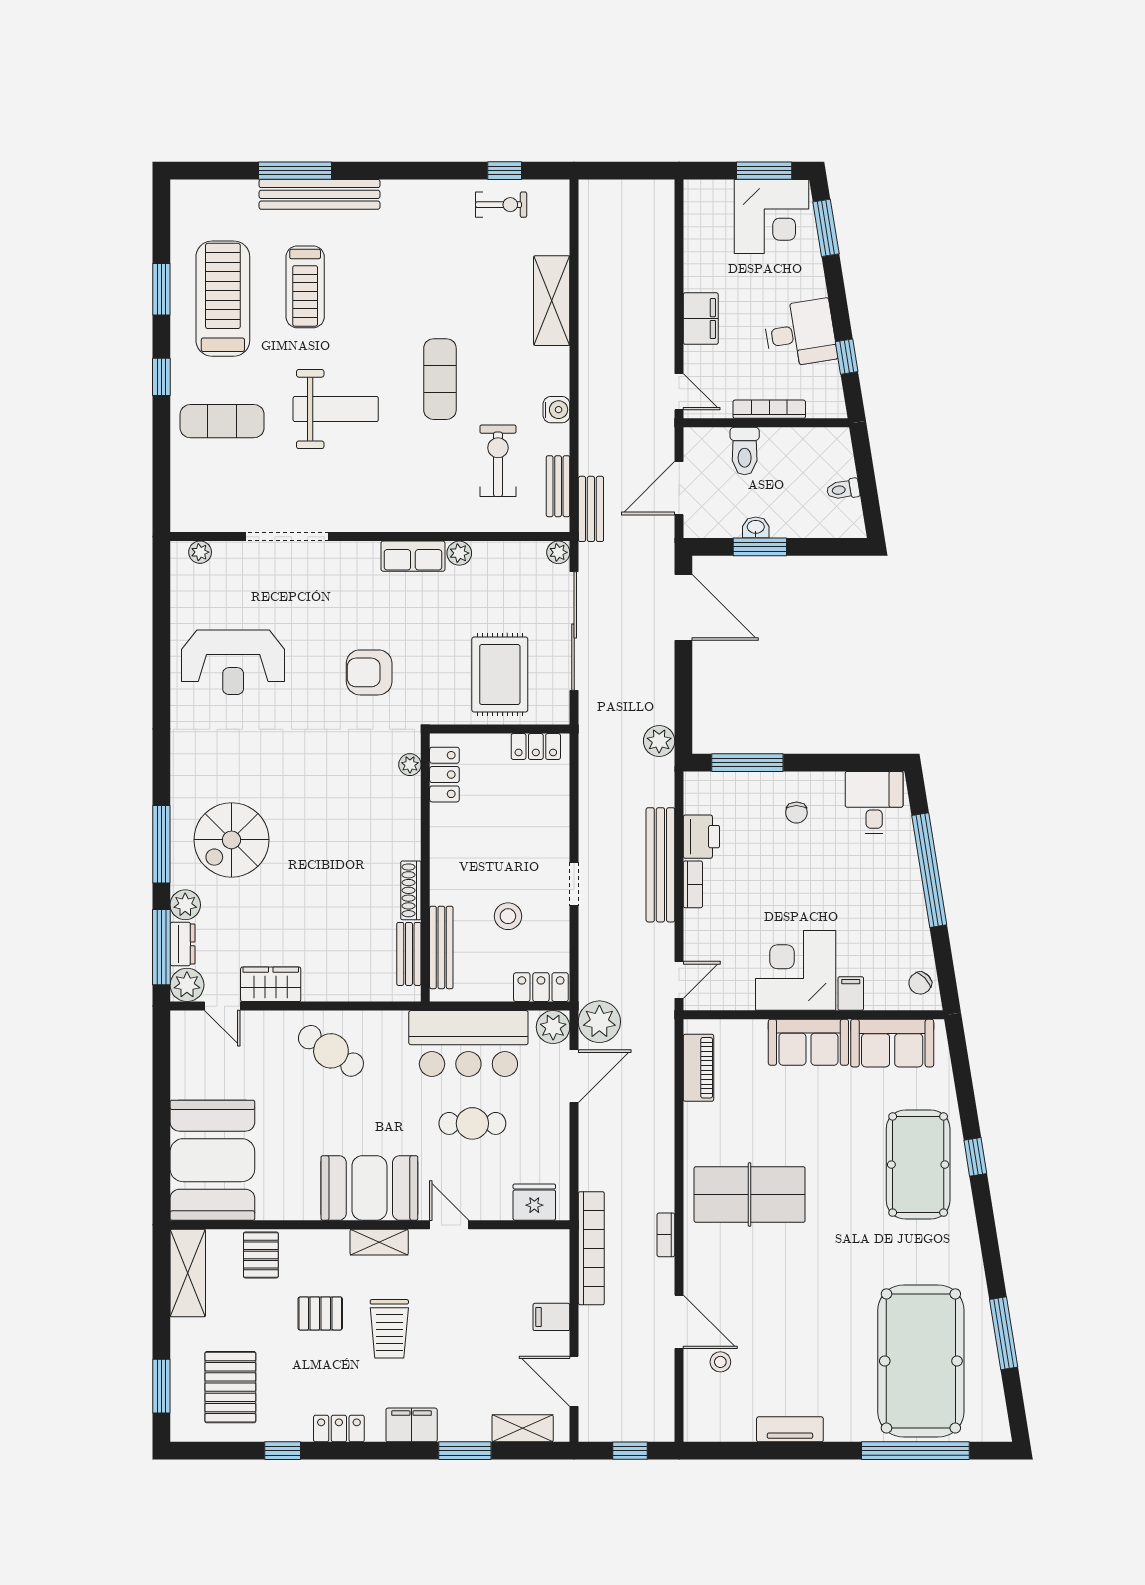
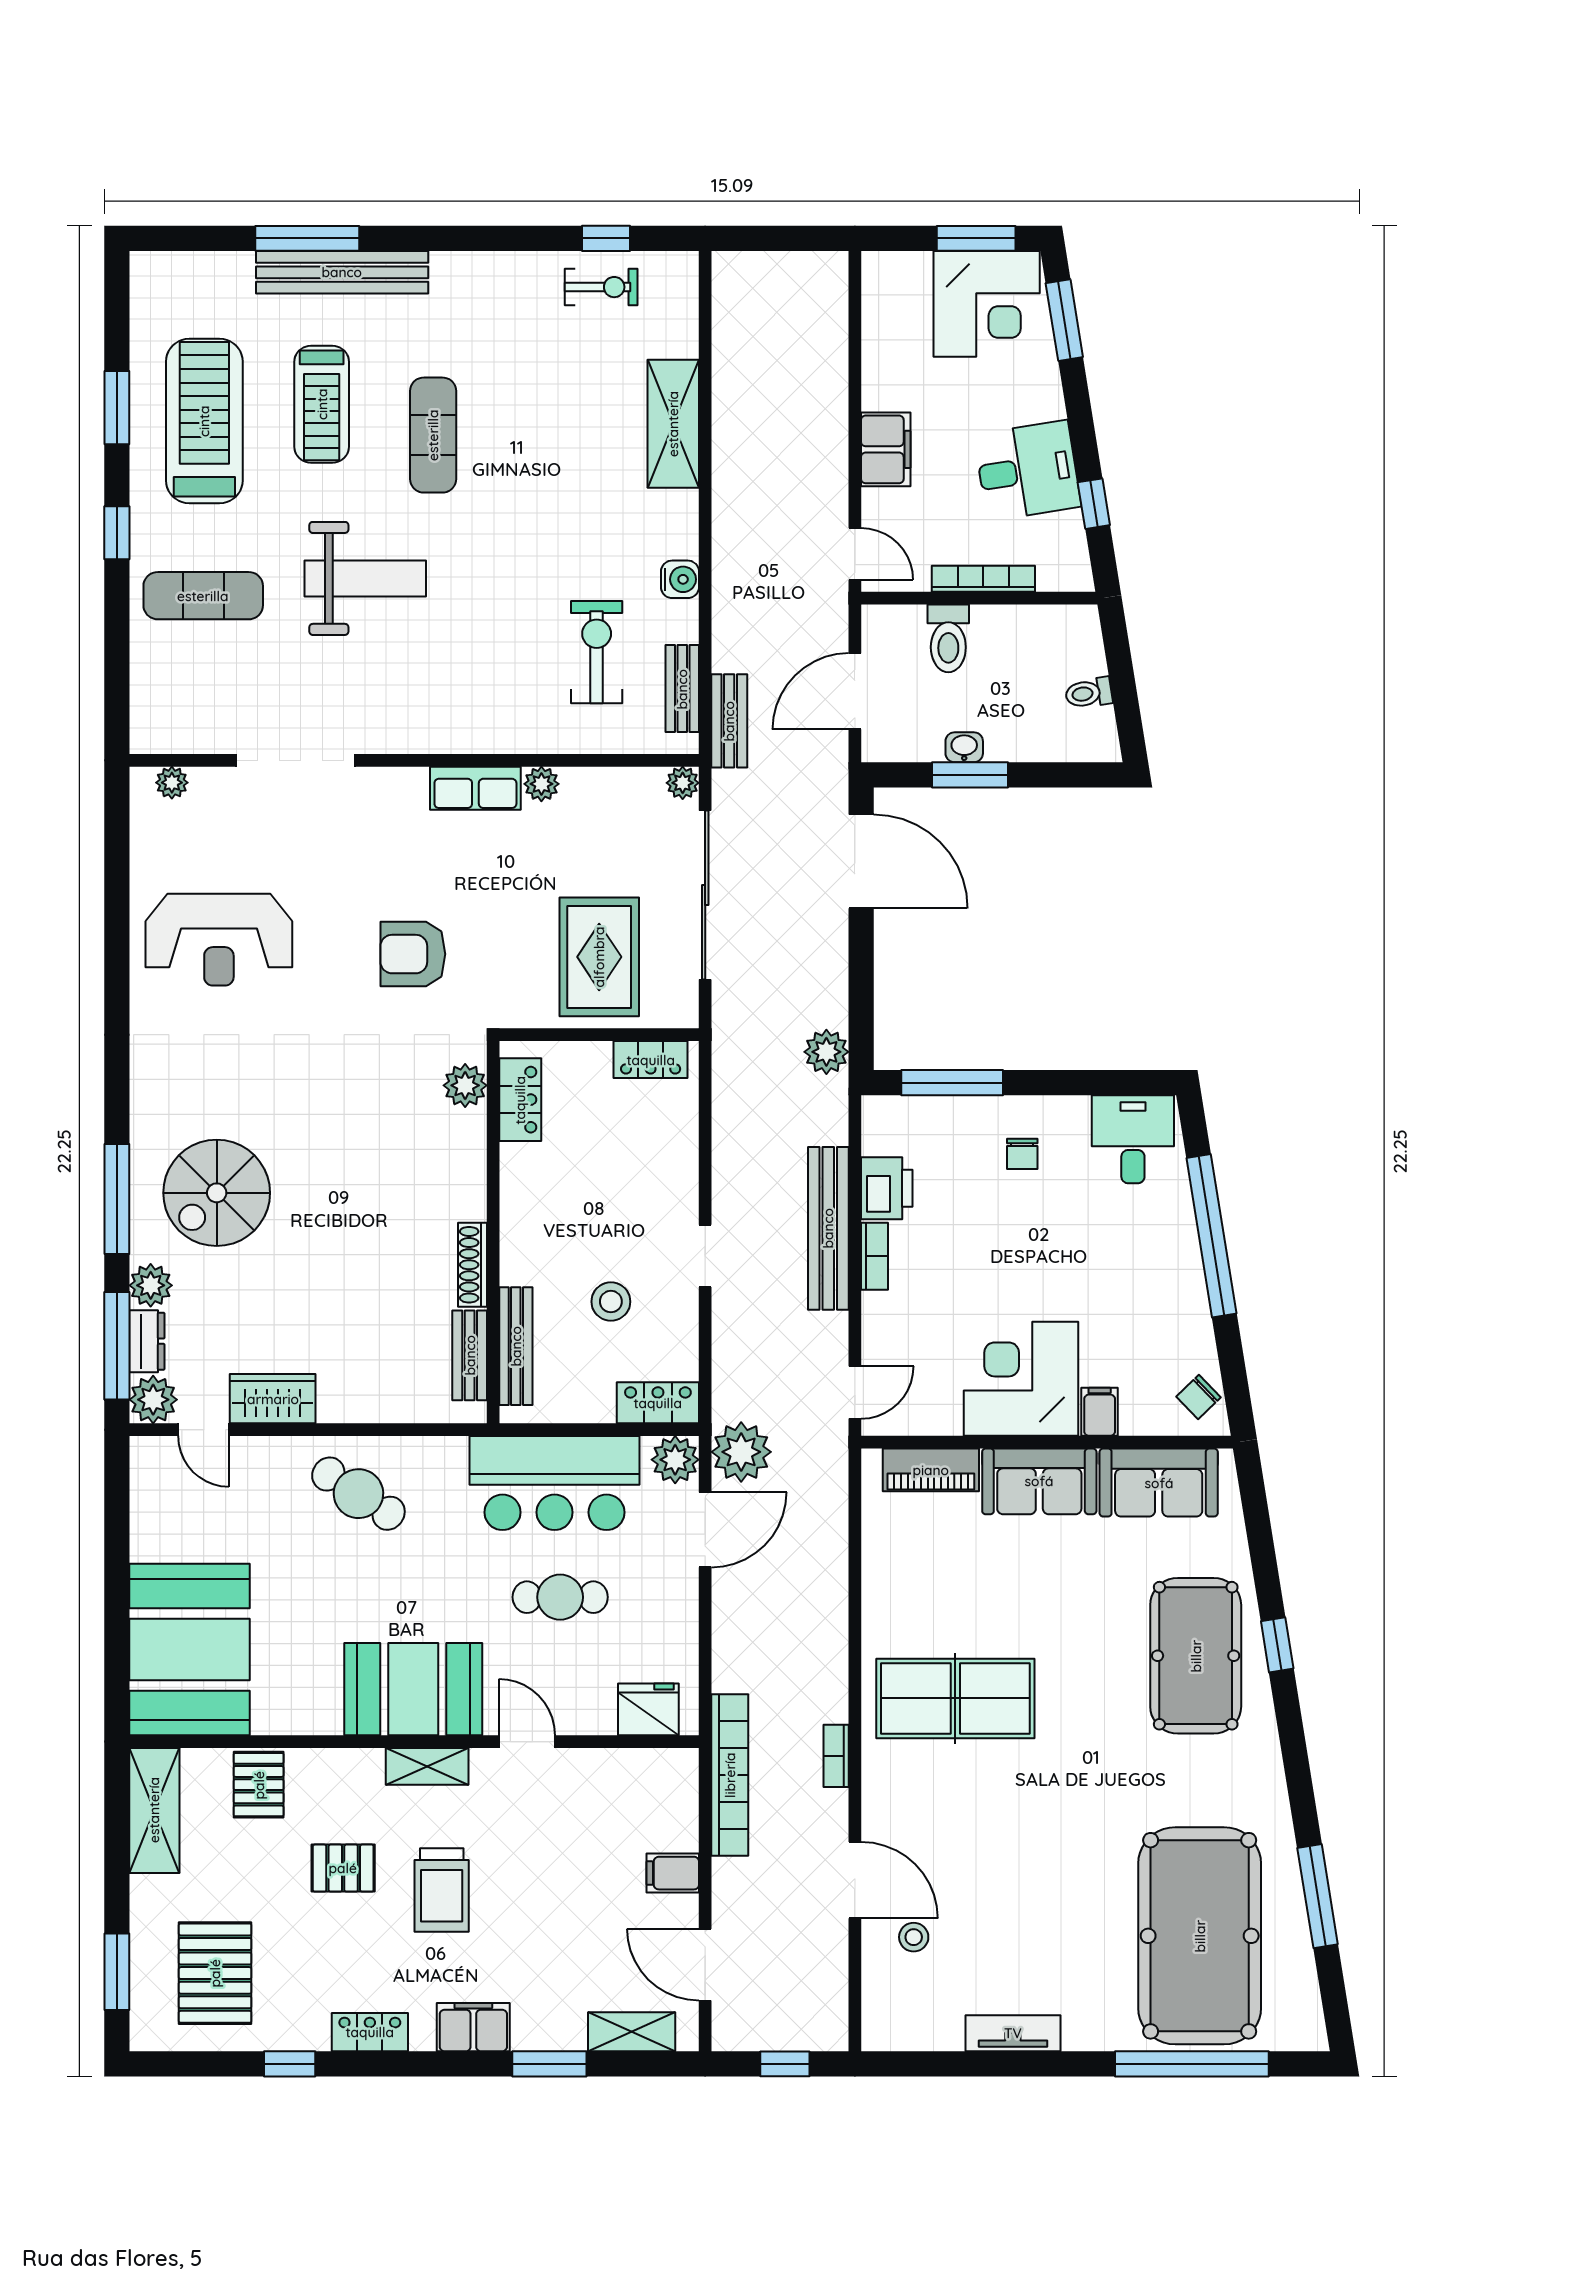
exercise mat: (440, 379) -> (433, 435), moved
plant: (410, 765) -> (465, 1085), width x1.38, depth x1.38
piano: (699, 1068) -> (931, 1470), moved, turned 90

